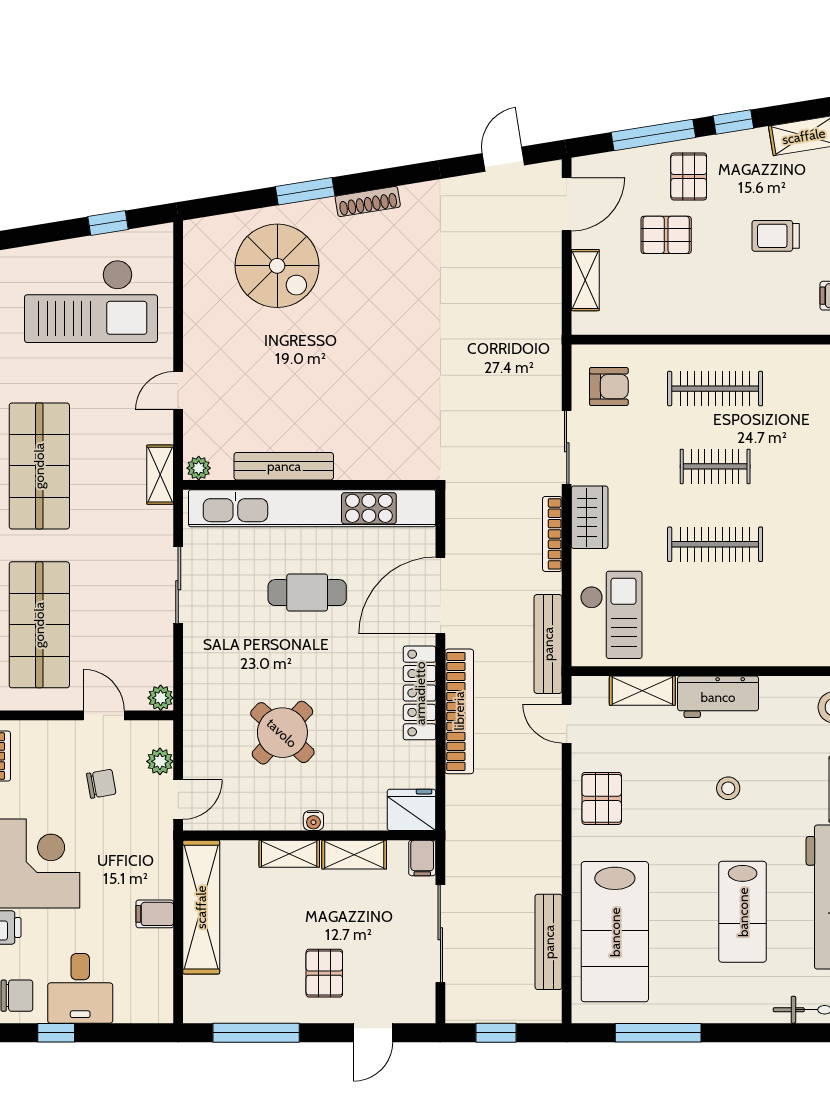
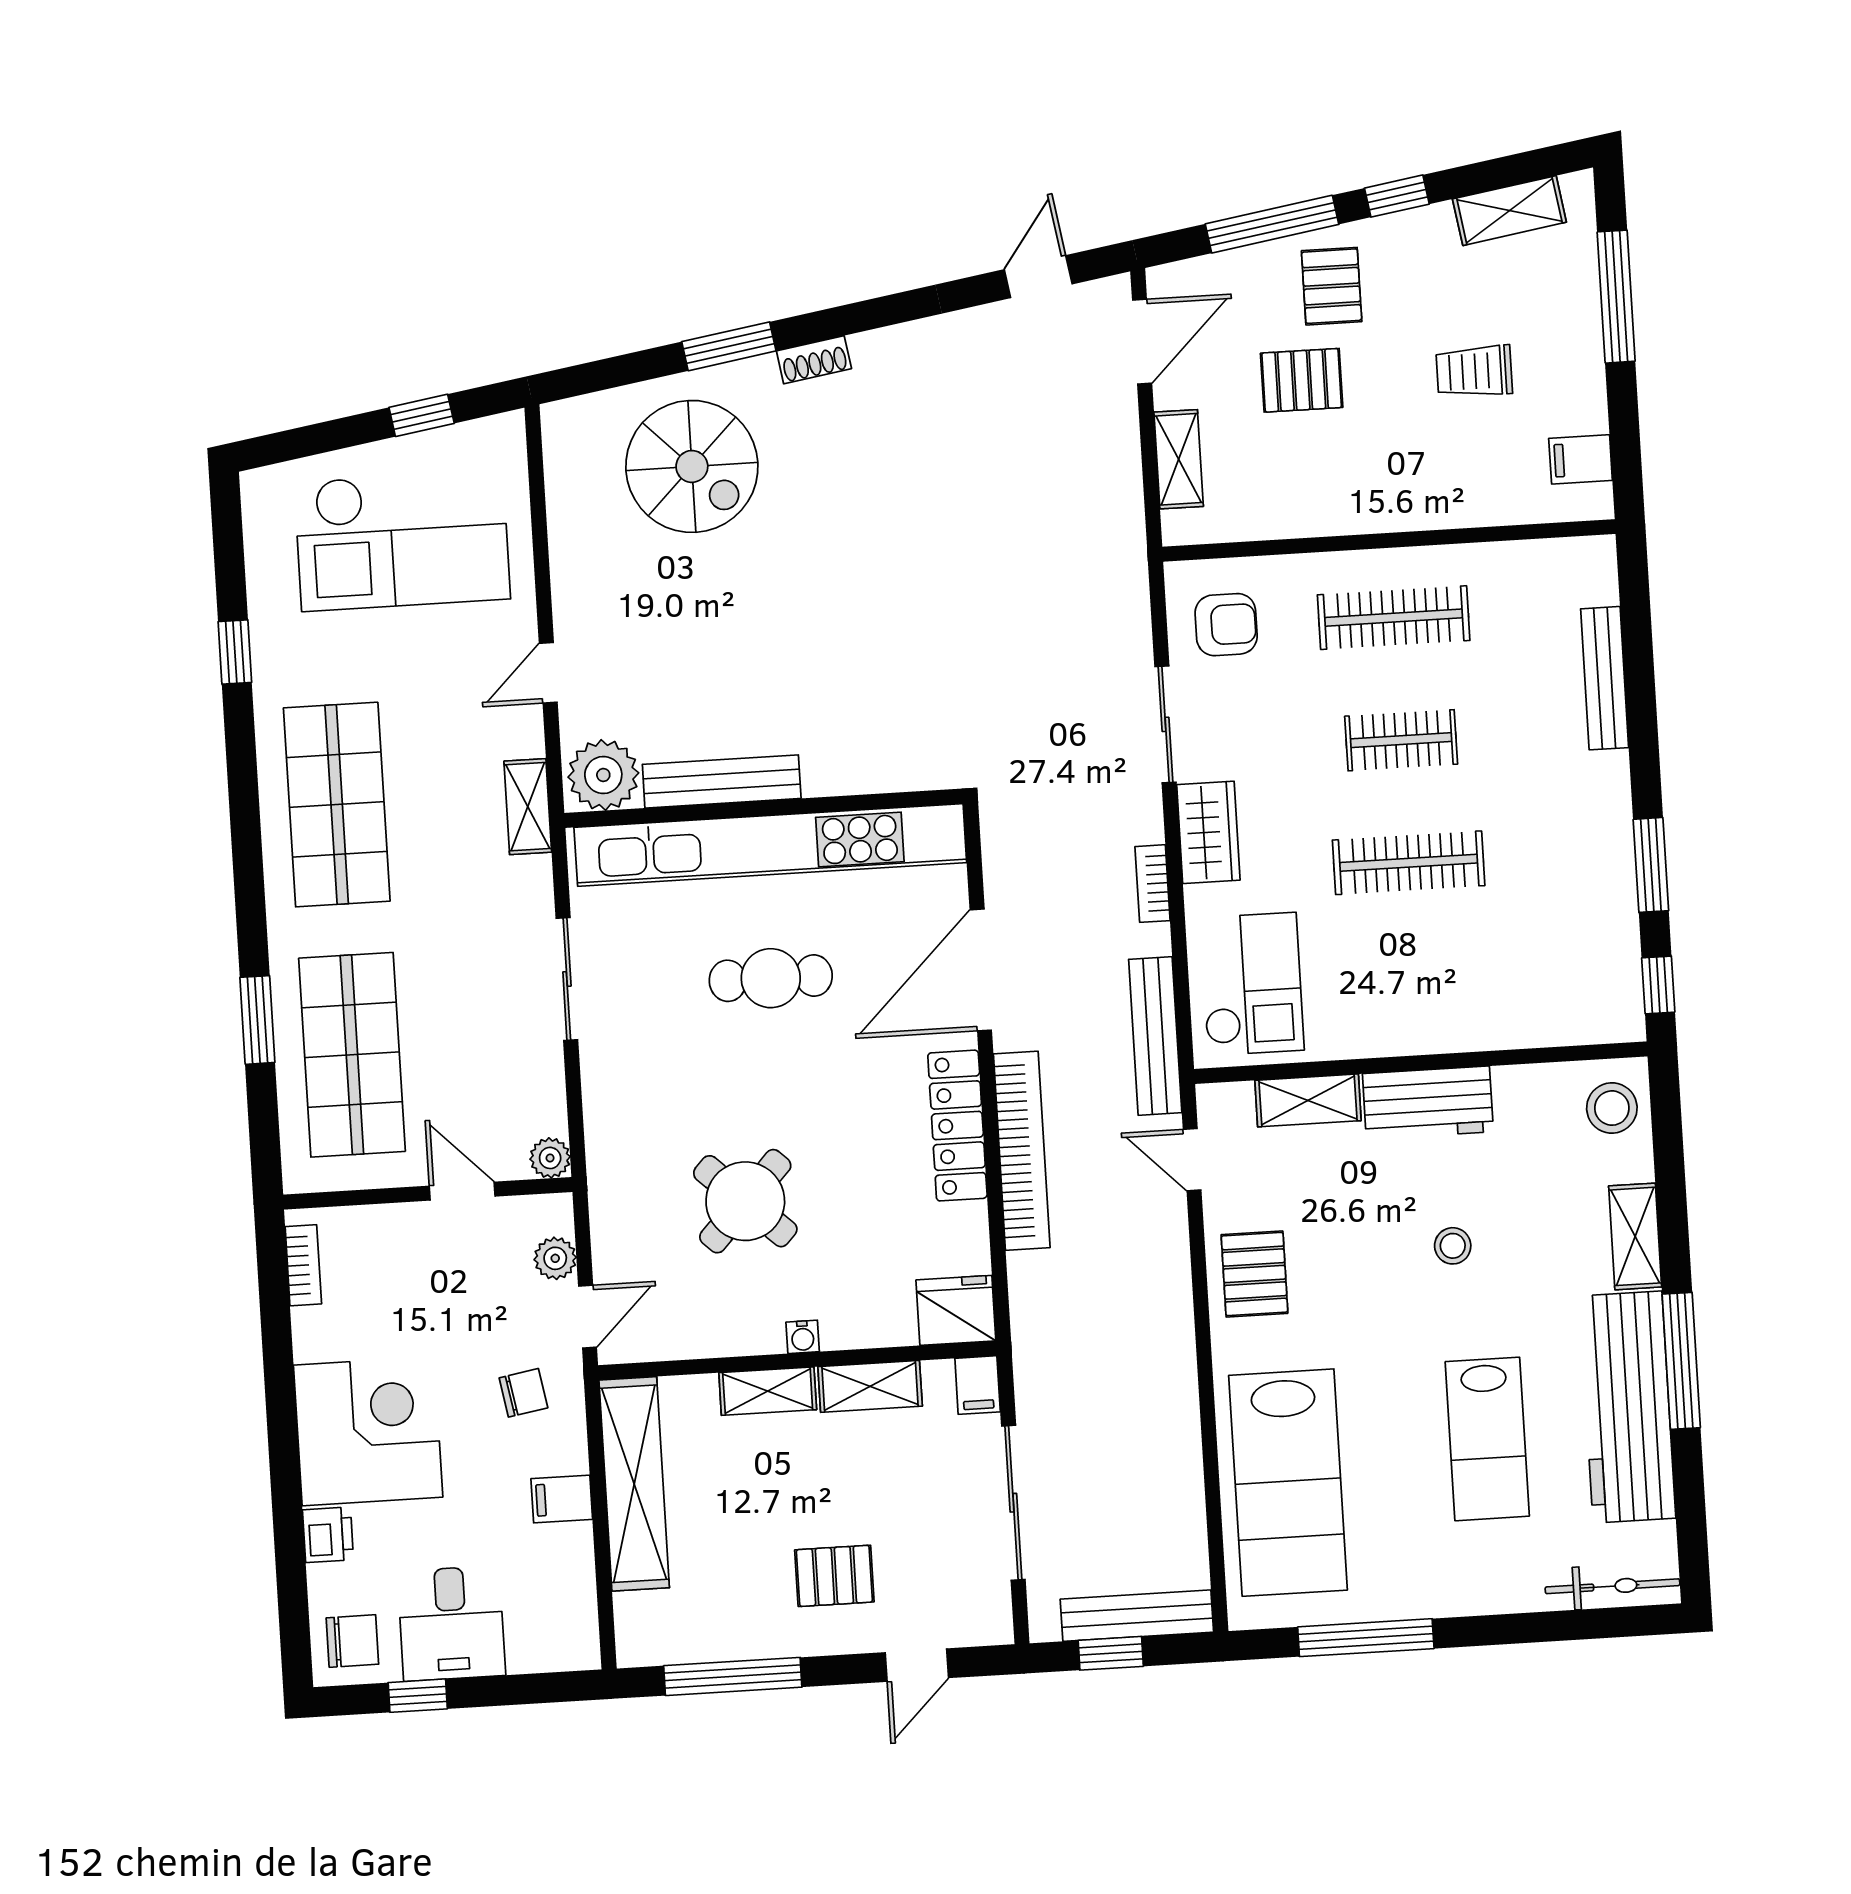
shoe rack: (368, 202) -> (814, 360), width x0.70
plant: (199, 468) -> (603, 775), width x1.88, depth x1.88
bookcase: (552, 534) -> (1152, 884), width x0.64
chair: (101, 784) -> (523, 1393), moved
bench: (549, 942) -> (1137, 1616), moved, turned 90
pallet: (324, 973) -> (834, 1576), turned 90

